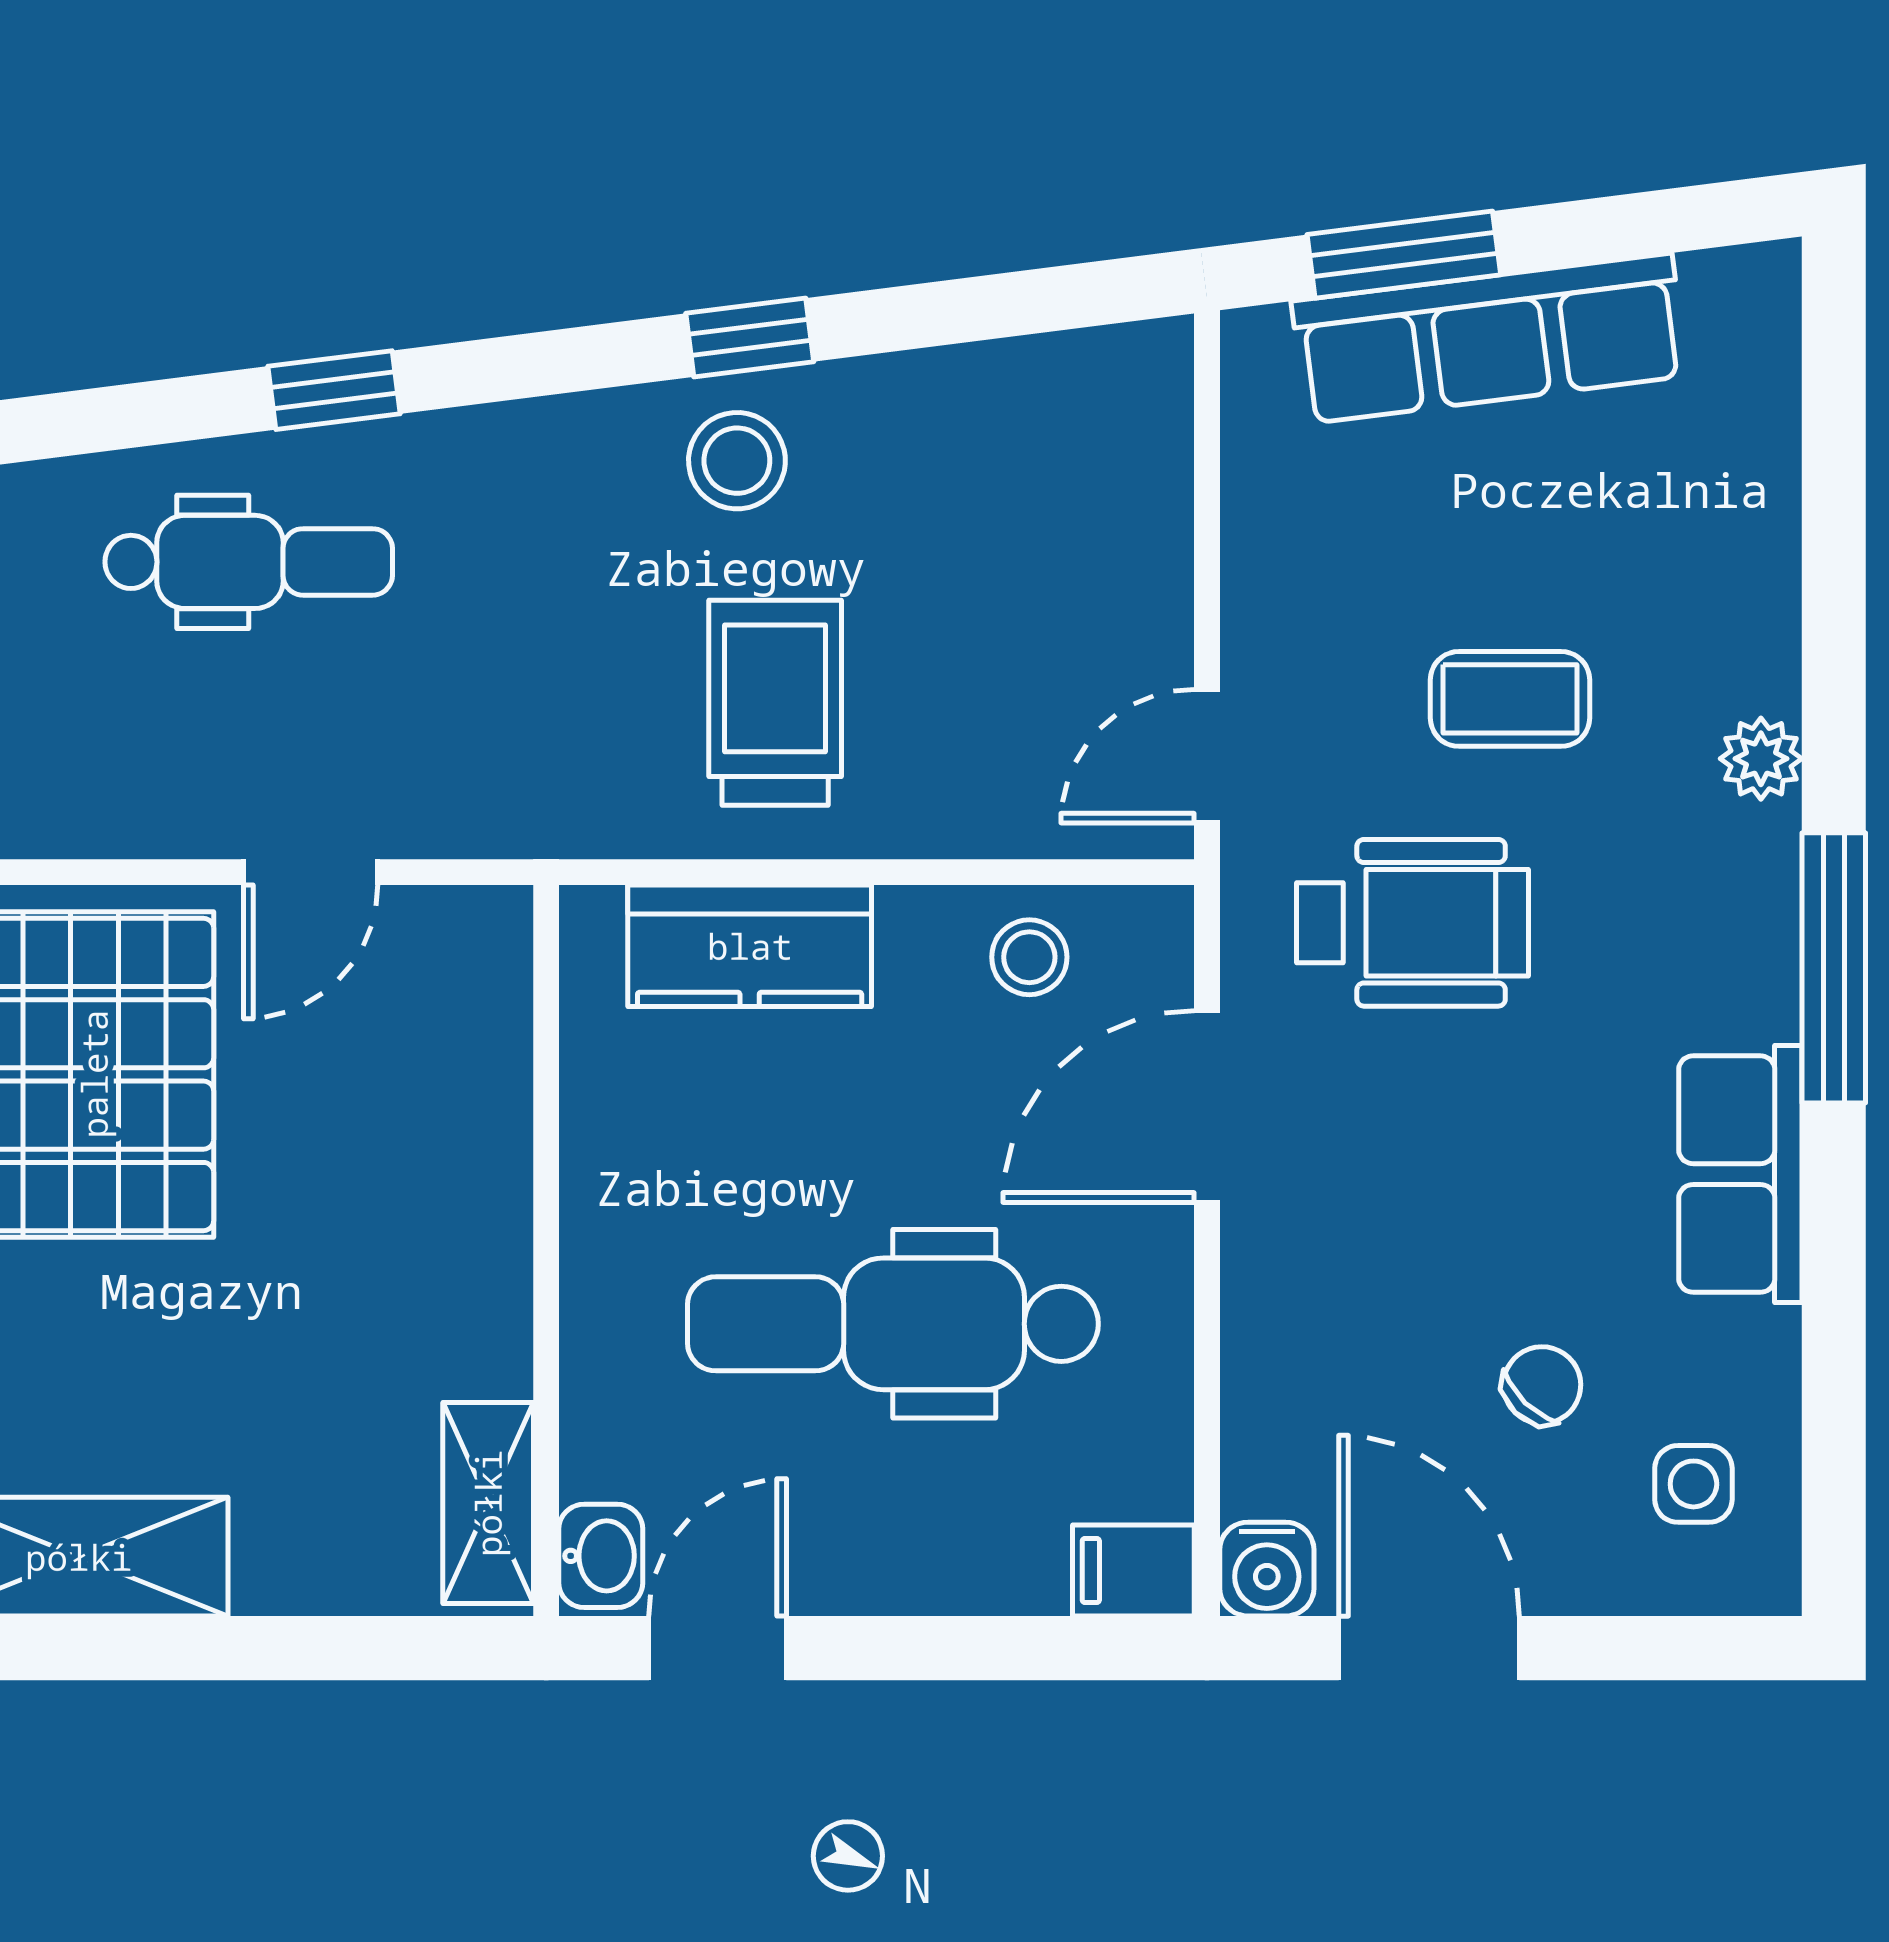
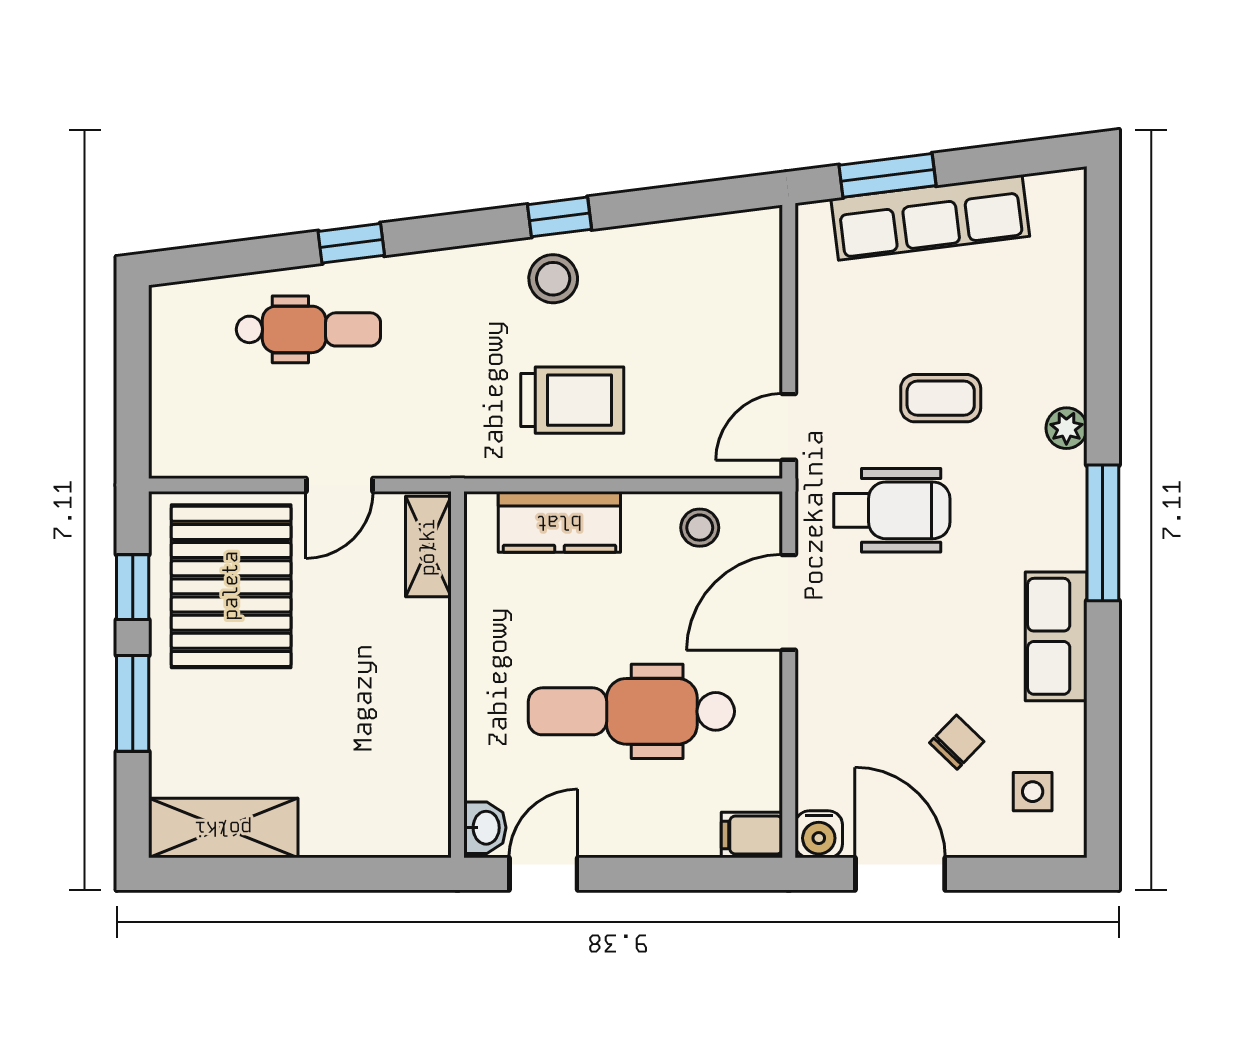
trolley: (775, 703) -> (572, 400), turned 90
shelving: (488, 1503) -> (428, 547), moved

